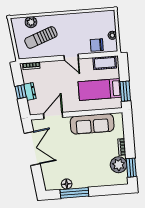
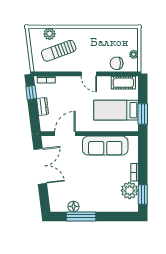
window: (21, 92) -> (31, 93), moved

